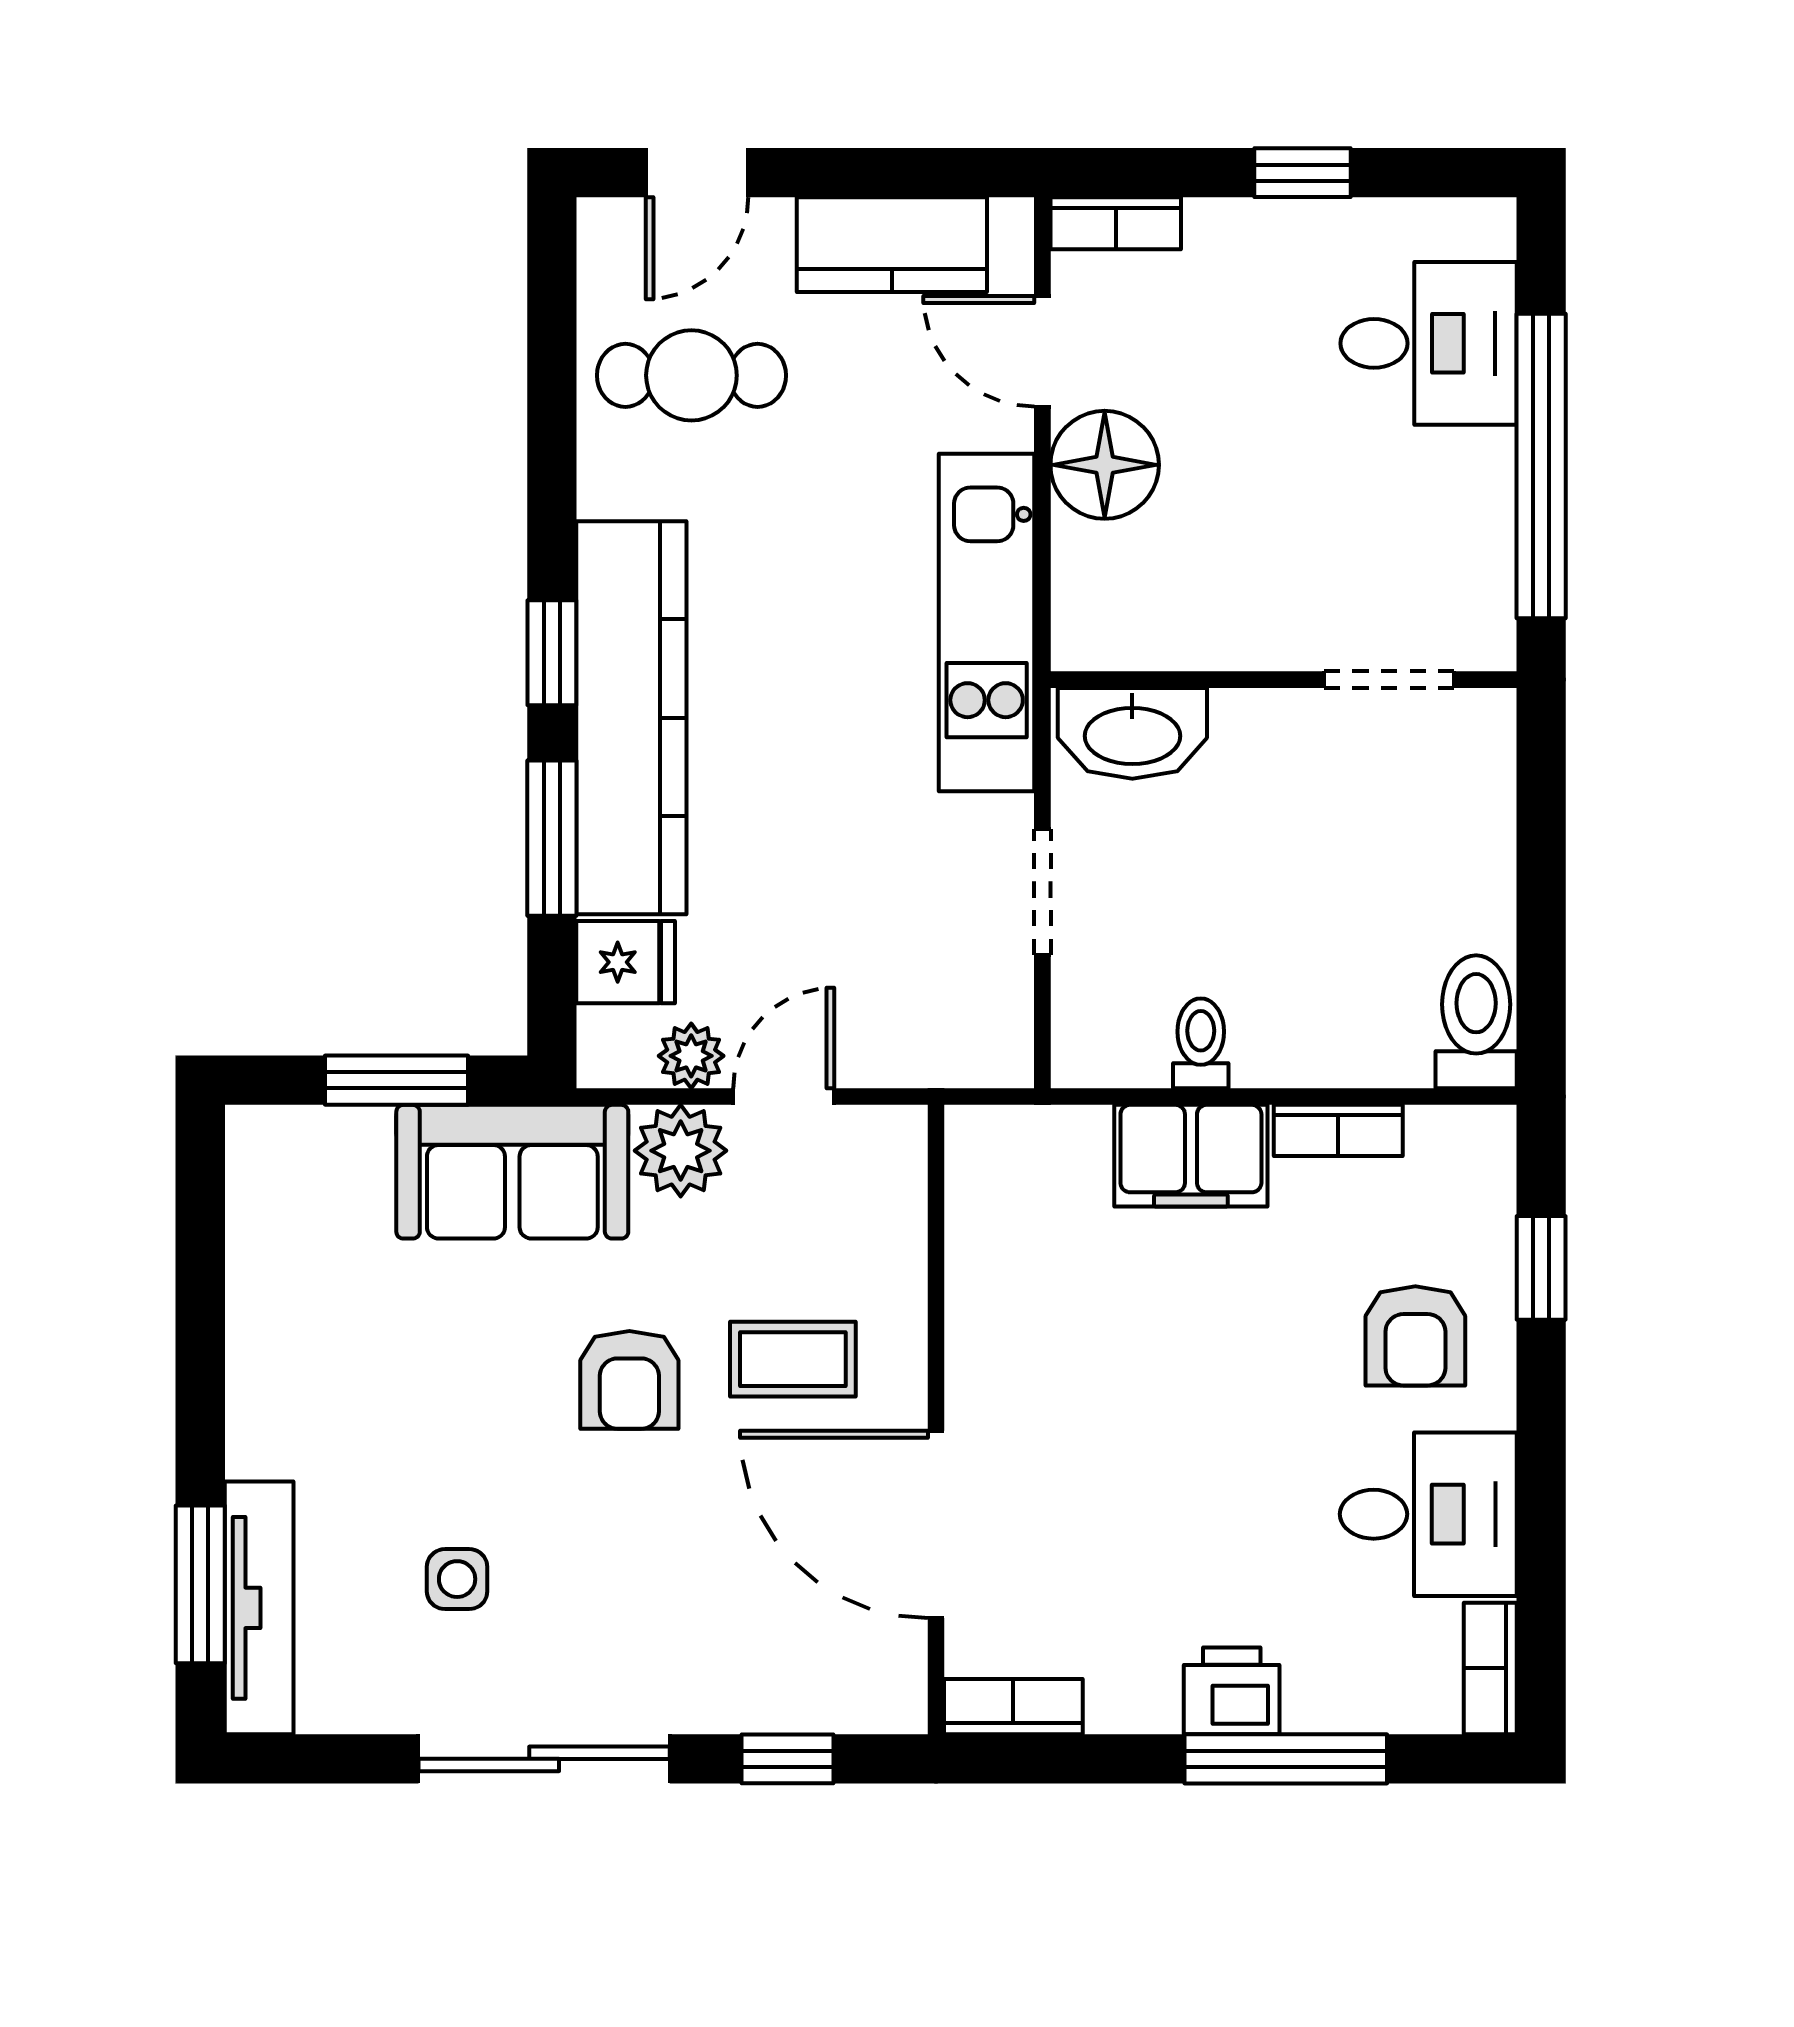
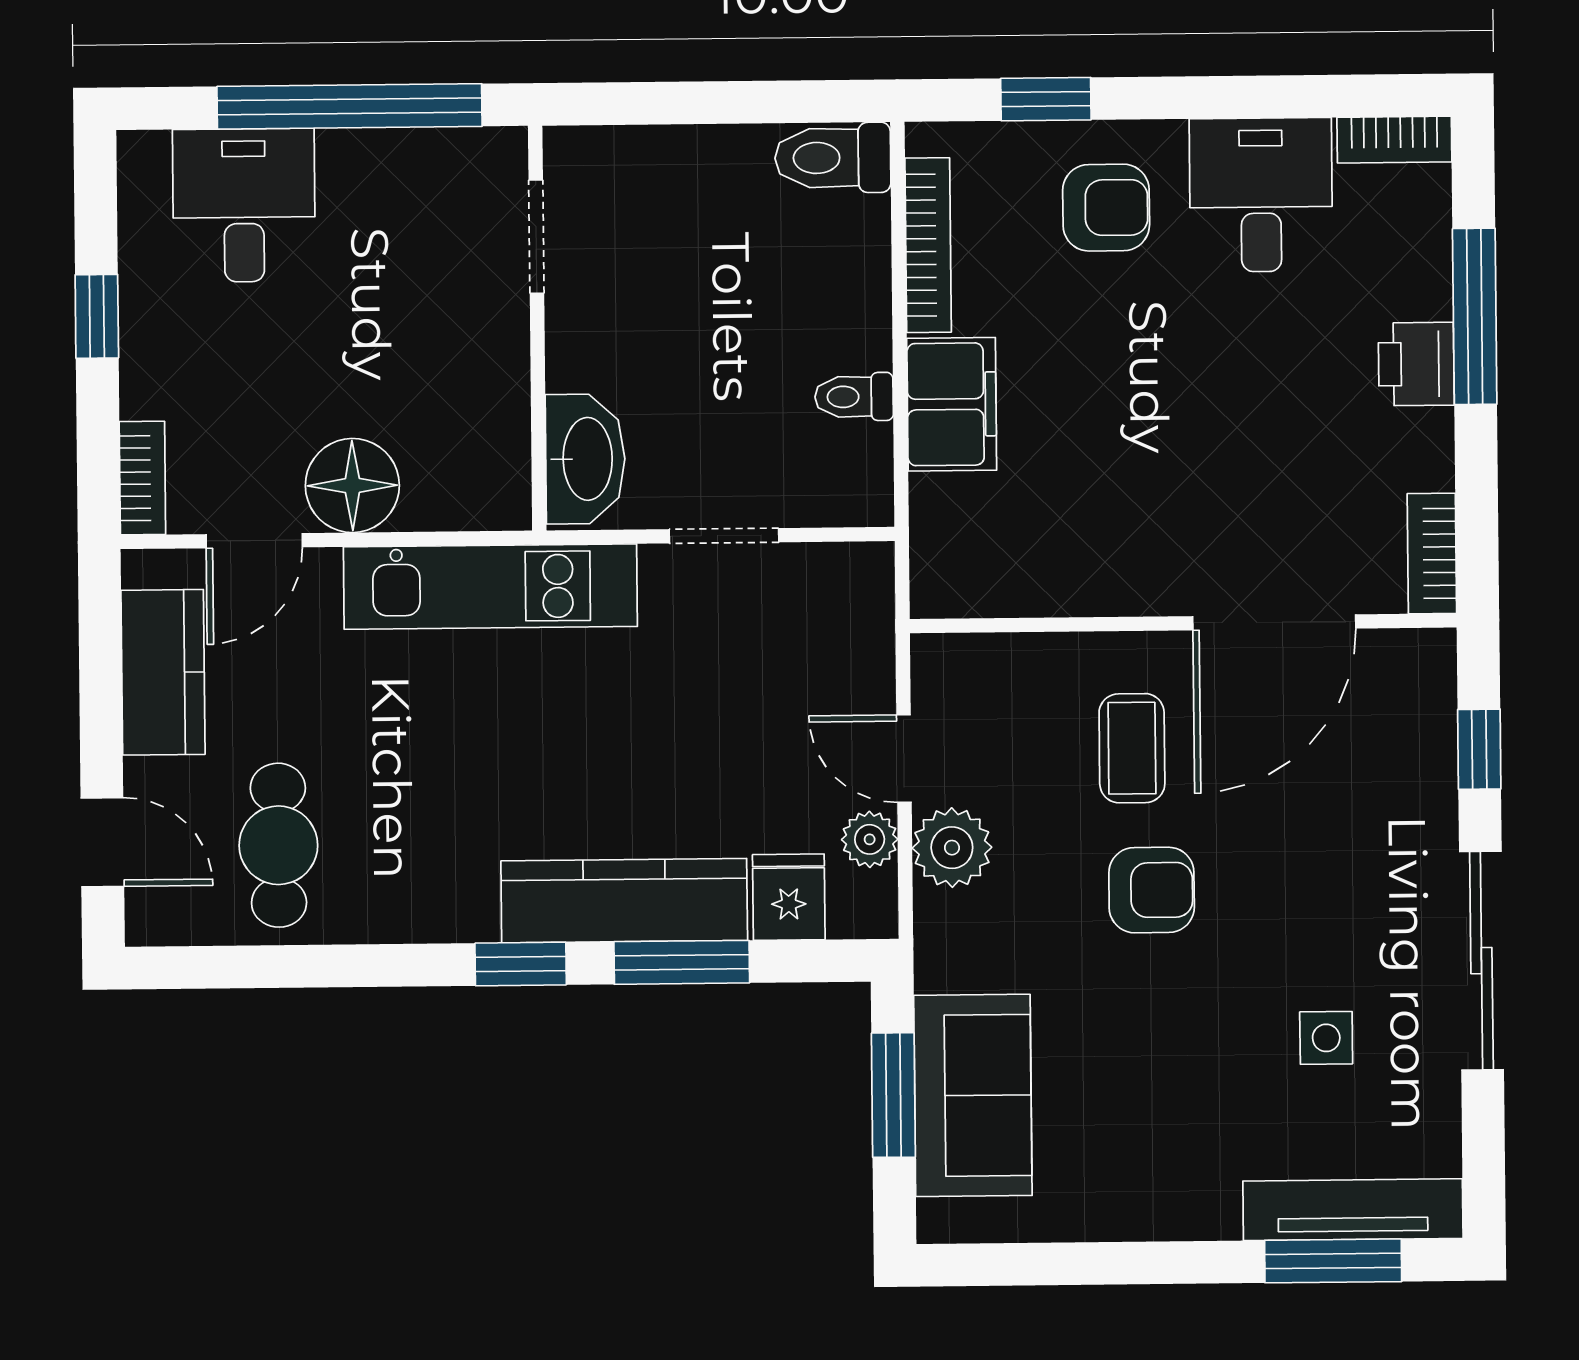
kitchen counter: (631, 718) -> (624, 901), width x0.72, depth x0.86
bookcase: (1338, 1130) -> (928, 245), width x1.56
sofa: (512, 1172) -> (973, 1095), moved

